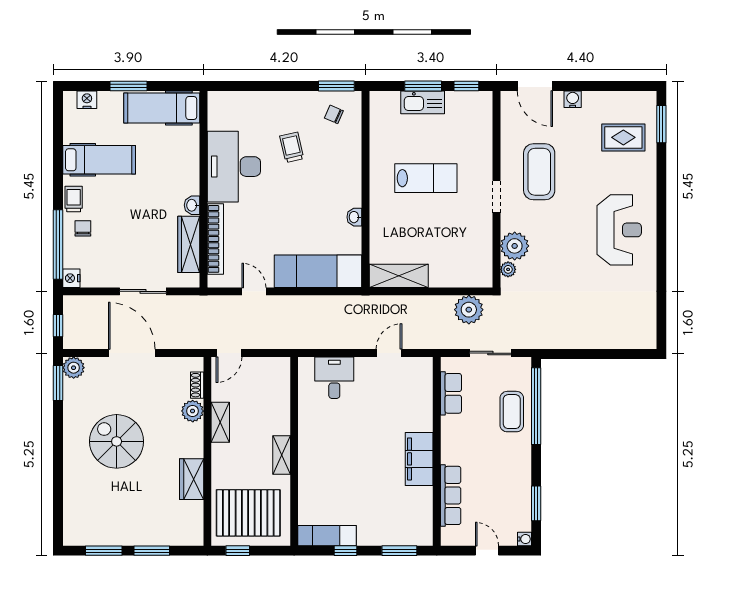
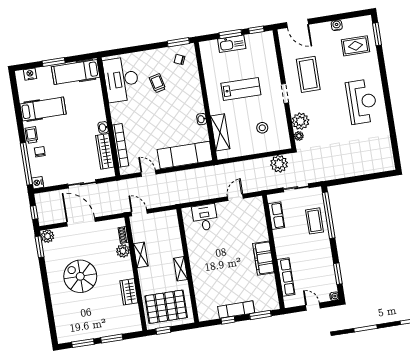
water cooler: (573, 99) -> (337, 25), moved
desk: (234, 167) -> (121, 79), moved
stool: (451, 247) -> (262, 128), added
shelving: (399, 276) -> (220, 132), moved, turned 90
door: (229, 353) -> (139, 213), swing flipped
exam couch: (327, 536) -> (236, 310), moved

